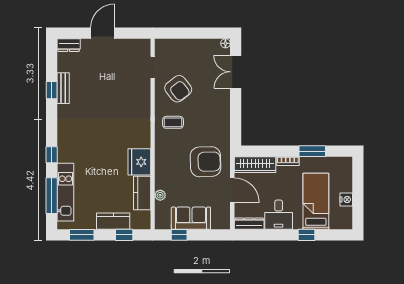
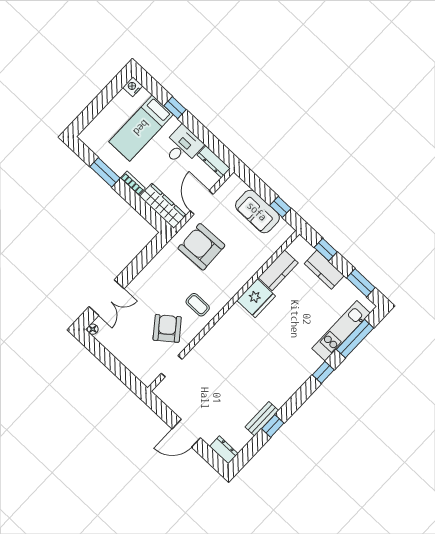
plant: (160, 195) -> (265, 255), removed
nightstand: (346, 200) -> (133, 87), moved

